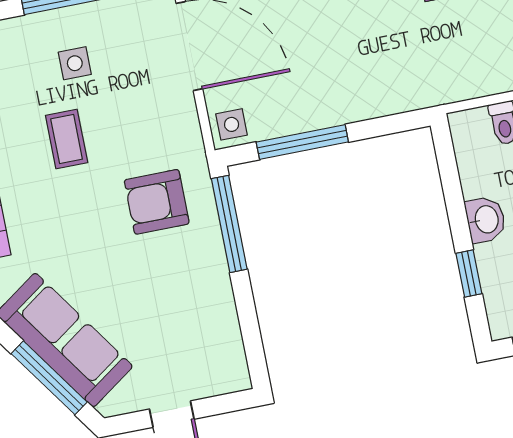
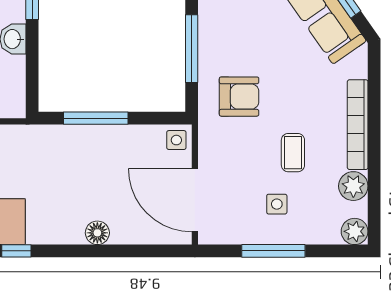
window: (302, 142) -> (96, 118), moved
window: (229, 224) -> (192, 49), moved

